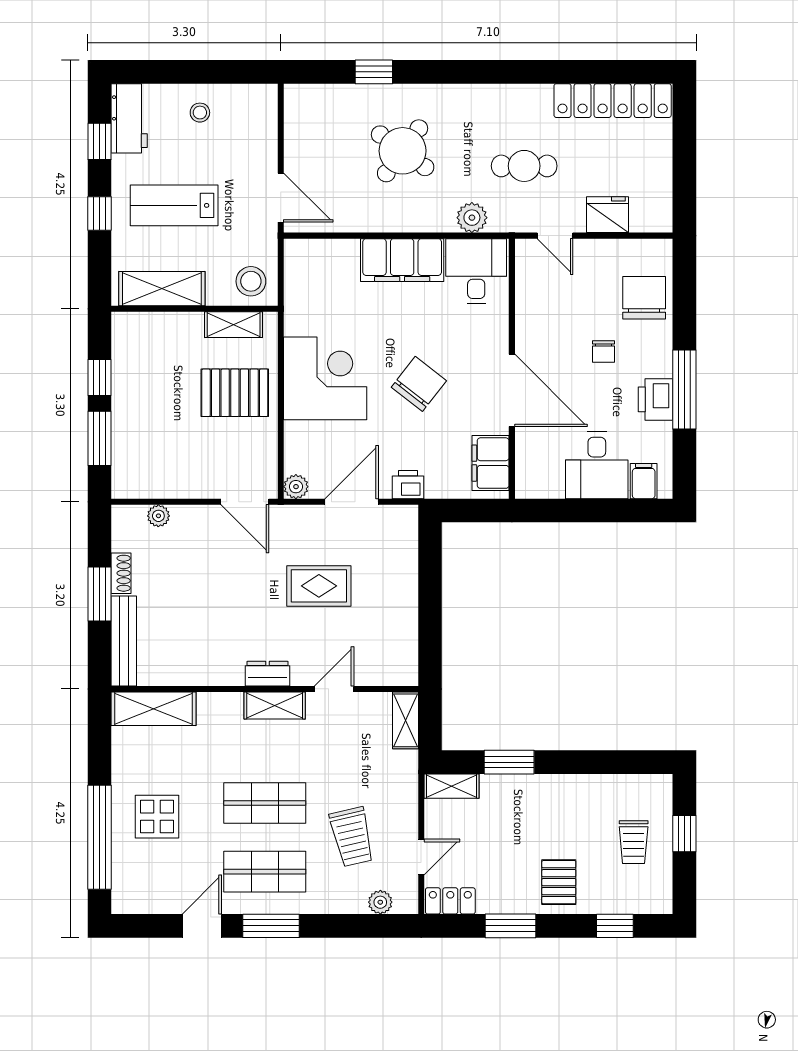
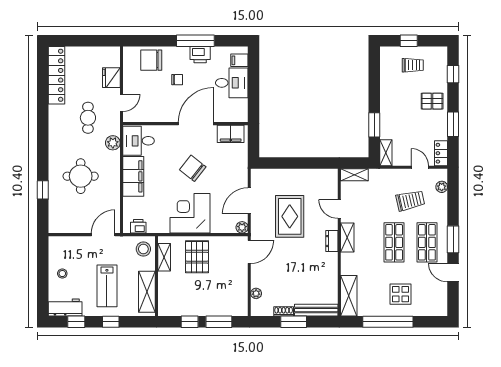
round table: (403, 151) -> (81, 176), turned -36
printer: (408, 485) -> (138, 226), moved, turned 90
door: (352, 502) -> (249, 201), hinge flipped
rug: (319, 586) -> (290, 216), width x1.36, depth x1.43
window: (100, 837) -> (388, 322), moved

